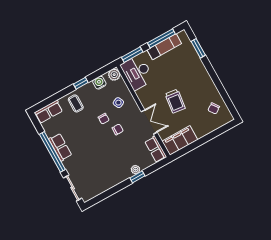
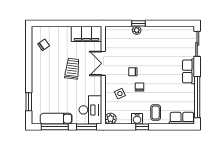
water cooler: (99, 83) -> (137, 119), moved
row of seats: (60, 147) -> (189, 71), moved
row of seats: (156, 149) -> (111, 38), removed
window: (52, 152) -> (197, 97), moved

